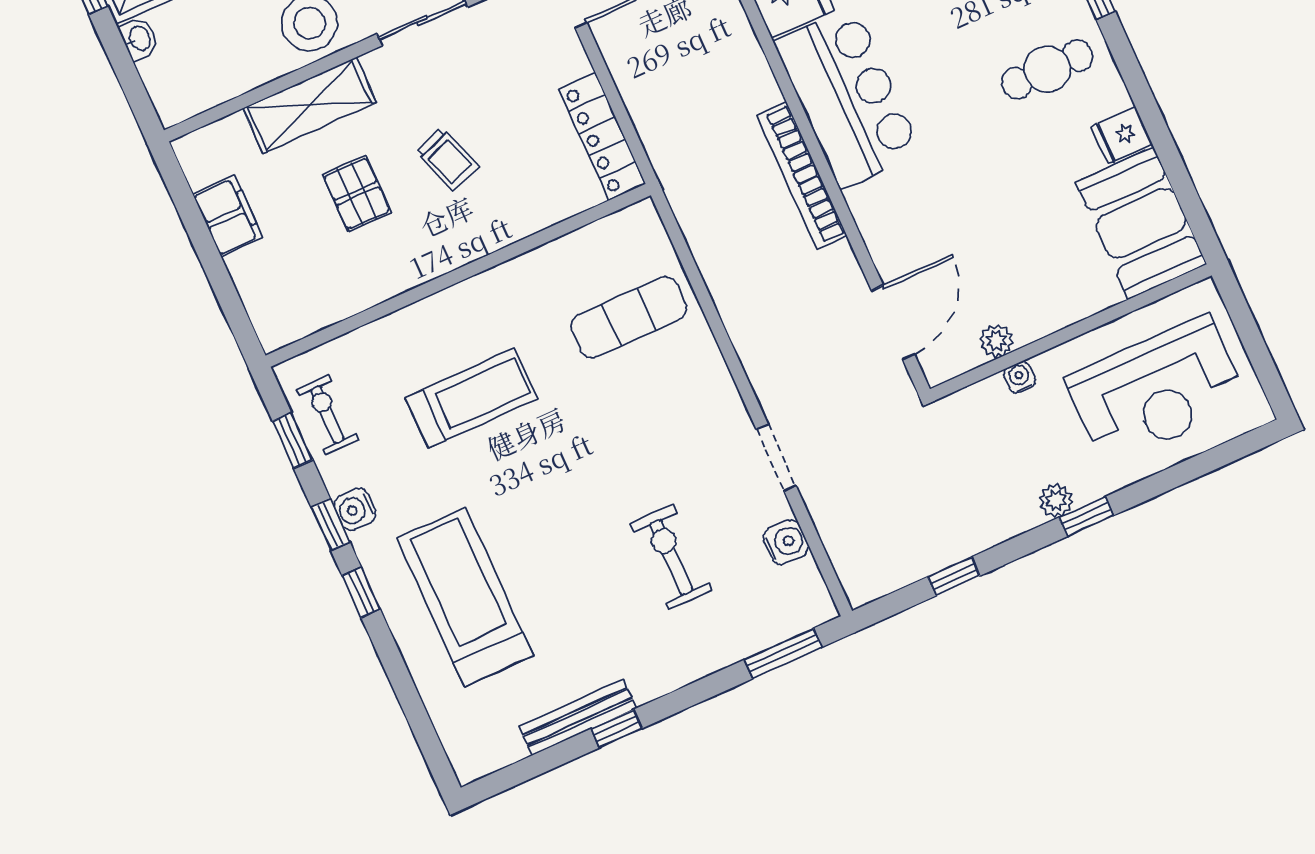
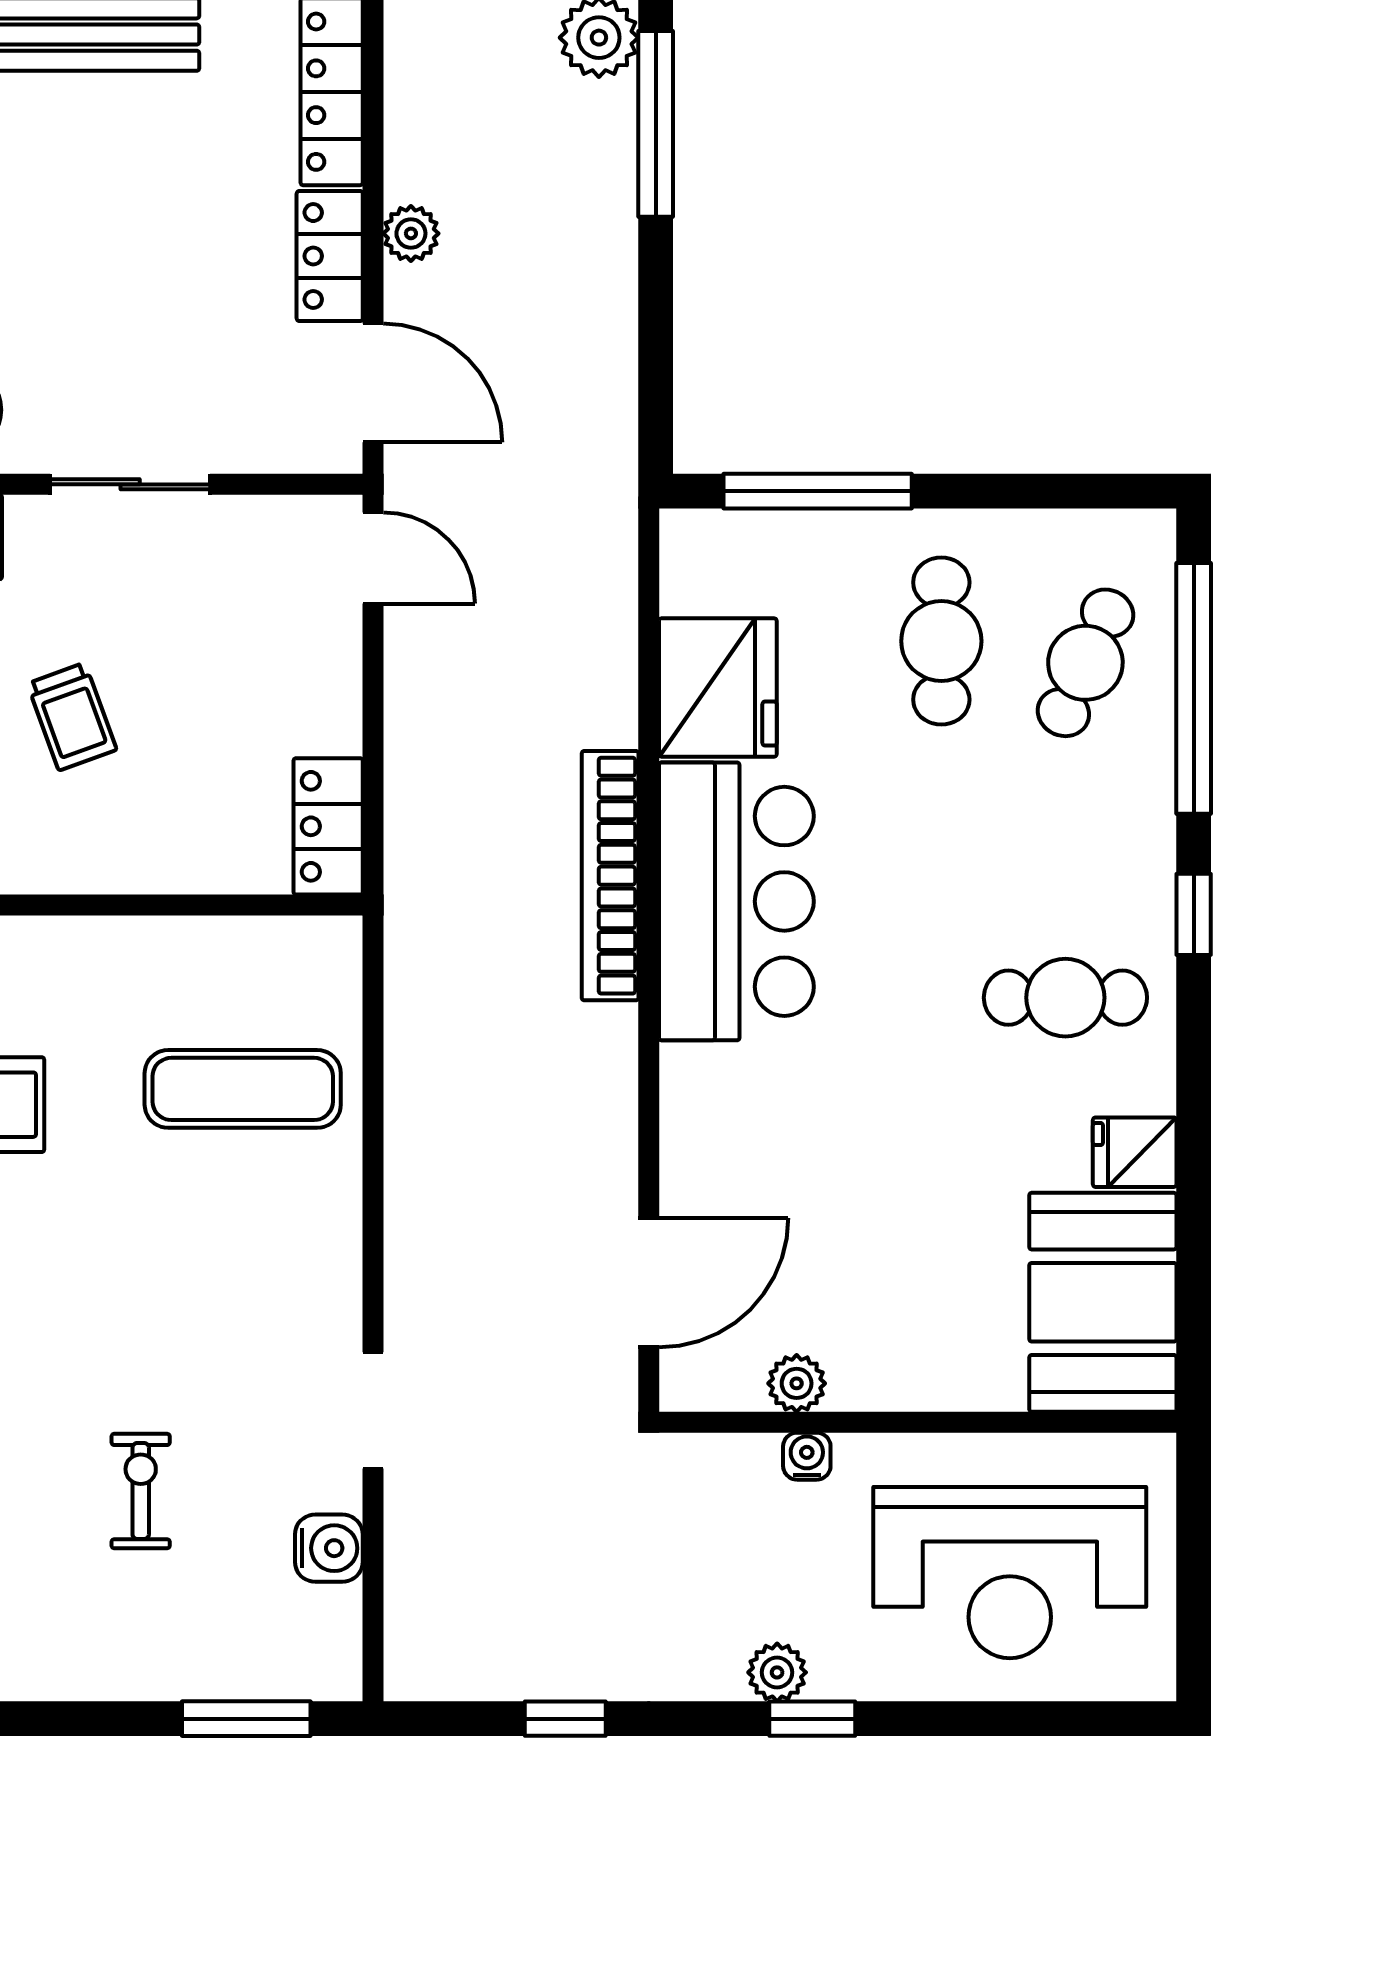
locker: (602, 136) -> (328, 826), width x0.66
bookcase: (802, 176) -> (610, 876), moved
exercise bike: (671, 557) -> (141, 1491), width x0.73, depth x0.72

